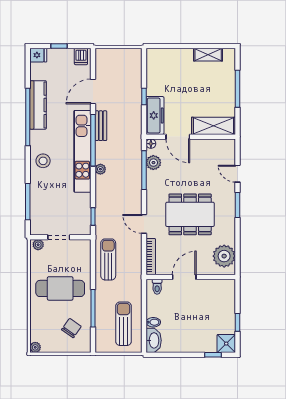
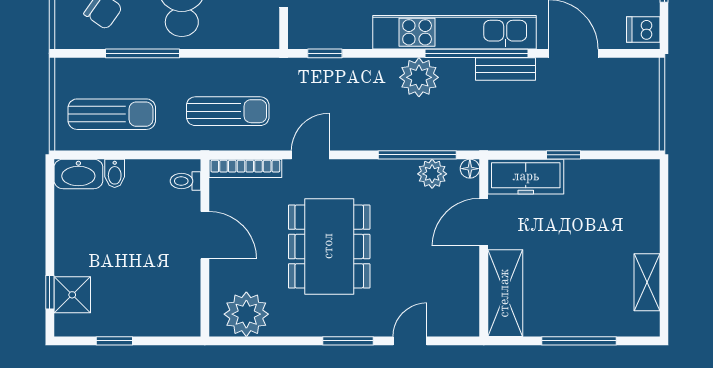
plant: (100, 169) -> (419, 77), width x1.87, depth x1.87
sun lounger: (108, 259) -> (228, 111), moved
shower: (226, 344) -> (72, 295), moved

